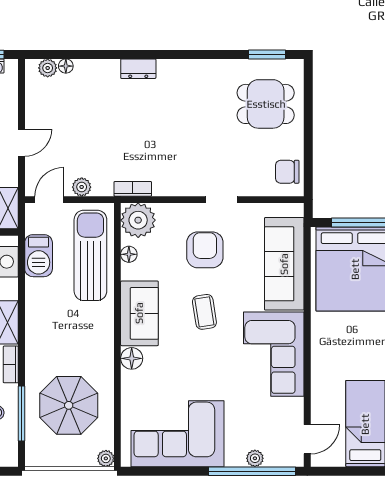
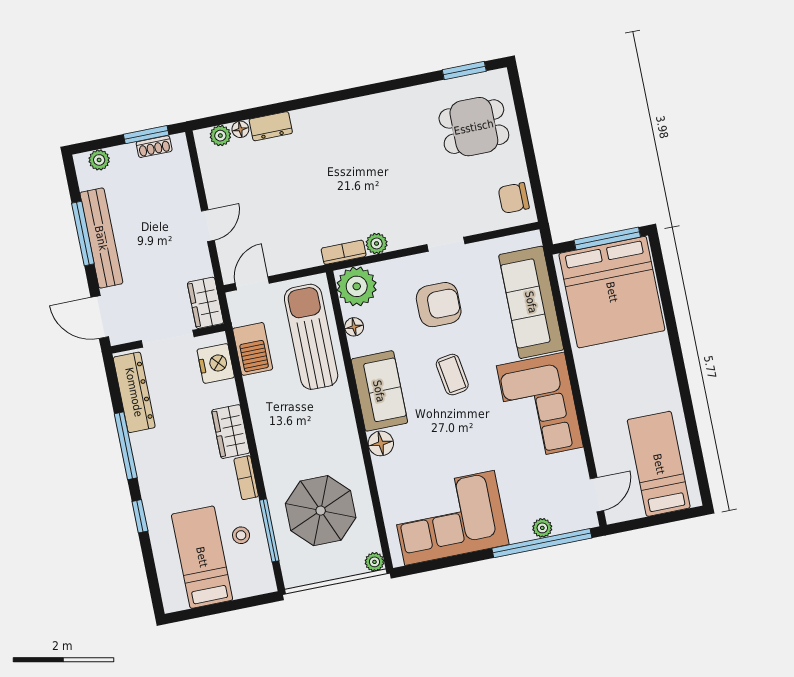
dresser: (138, 69) -> (271, 126), moved
plant: (82, 187) -> (377, 243), moved
armchair: (205, 250) -> (439, 305), turned 90

